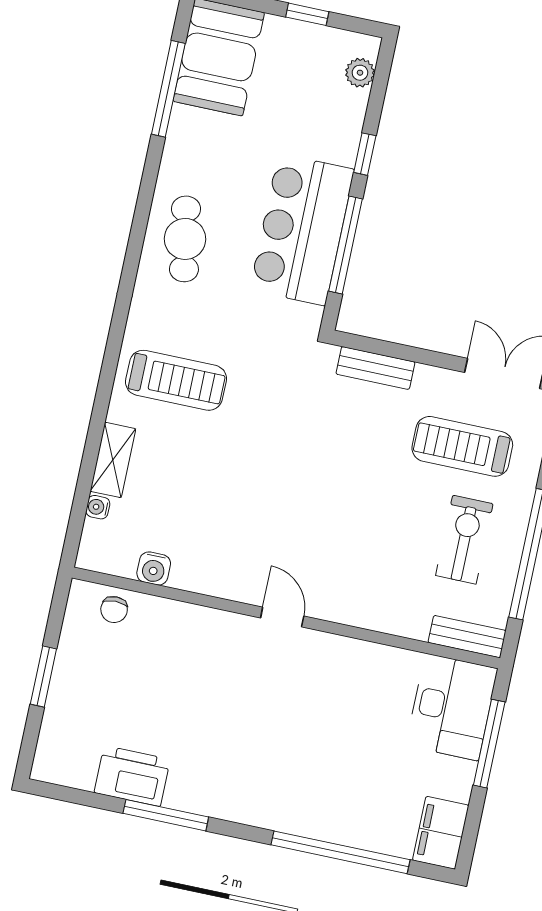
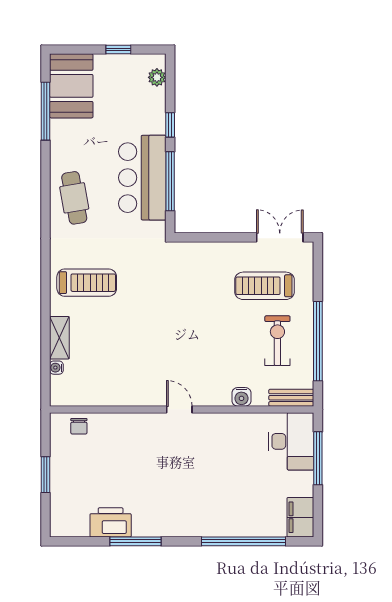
bench: (375, 368) -> (203, 250), removed
water cooler: (154, 568) -> (241, 397), moved

